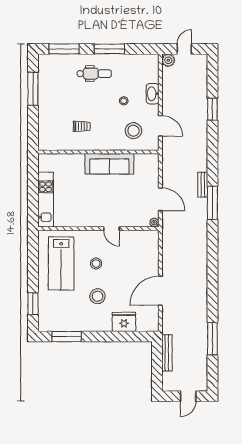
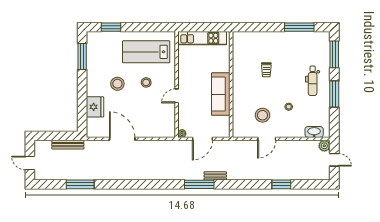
washbasin: (153, 94) -> (314, 132), moved
wall: (98, 152) -> (231, 84), moved
sofa: (109, 164) -> (221, 94), moved

